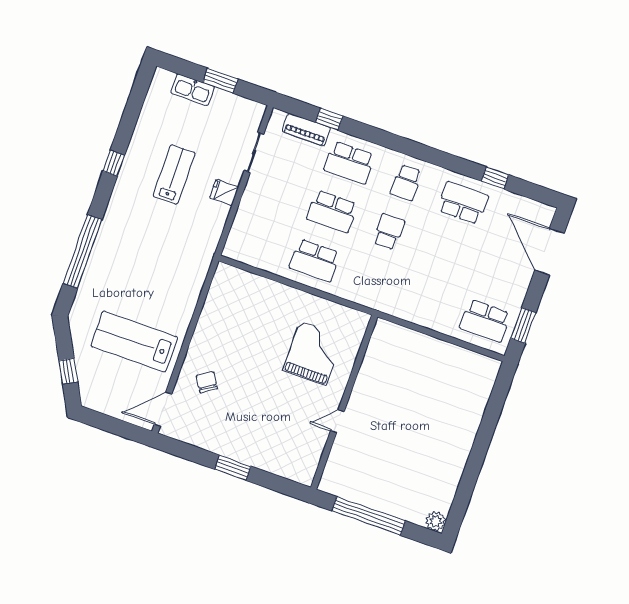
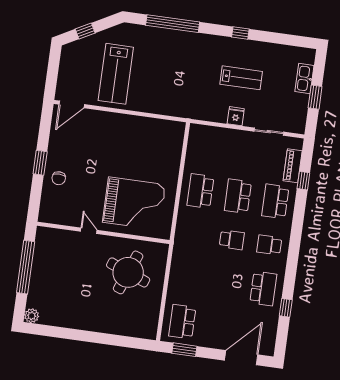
lab bench: (134, 342) -> (116, 74), turned 180
grand piano: (313, 353) -> (134, 203), width x1.37, depth x1.48
round table: (404, 380) -> (128, 272), added
chair: (207, 382) -> (59, 178), moved, turned 122
door: (163, 409) -> (72, 104), swing flipped

